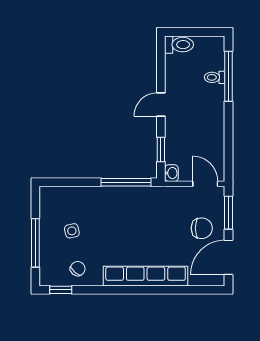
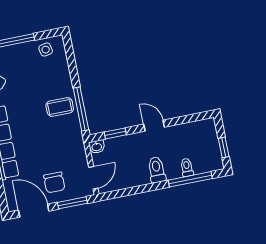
window: (201, 32) -> (224, 148), added
toilet: (179, 45) -> (157, 170), moved, turned 180
coffee table: (119, 205) -> (60, 107), added
side table: (72, 231) -> (46, 50), moved

